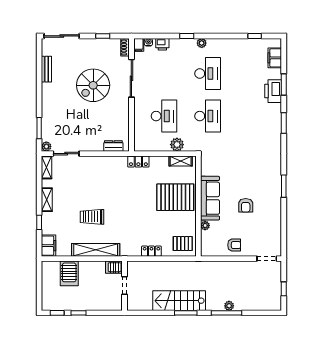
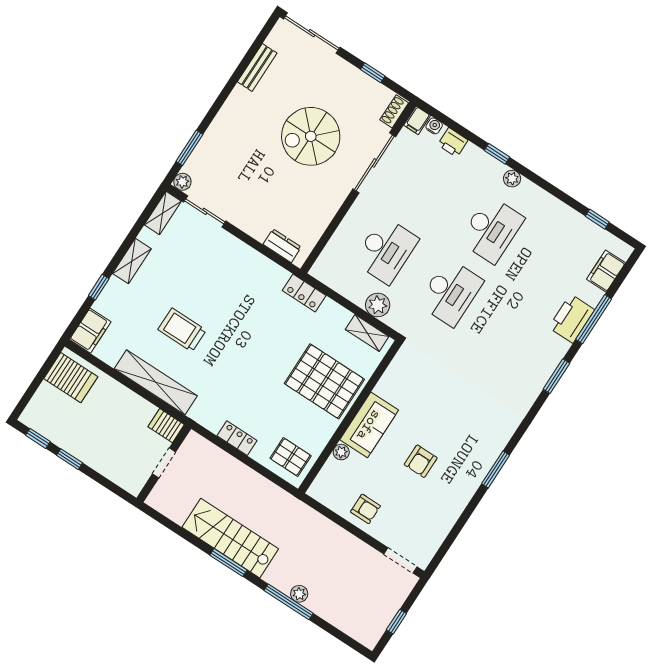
window: (284, 84) -> (594, 319), width x1.44
sofa: (210, 198) -> (369, 425), width x0.73
server rack: (69, 273) -> (71, 378), moved, turned -90

